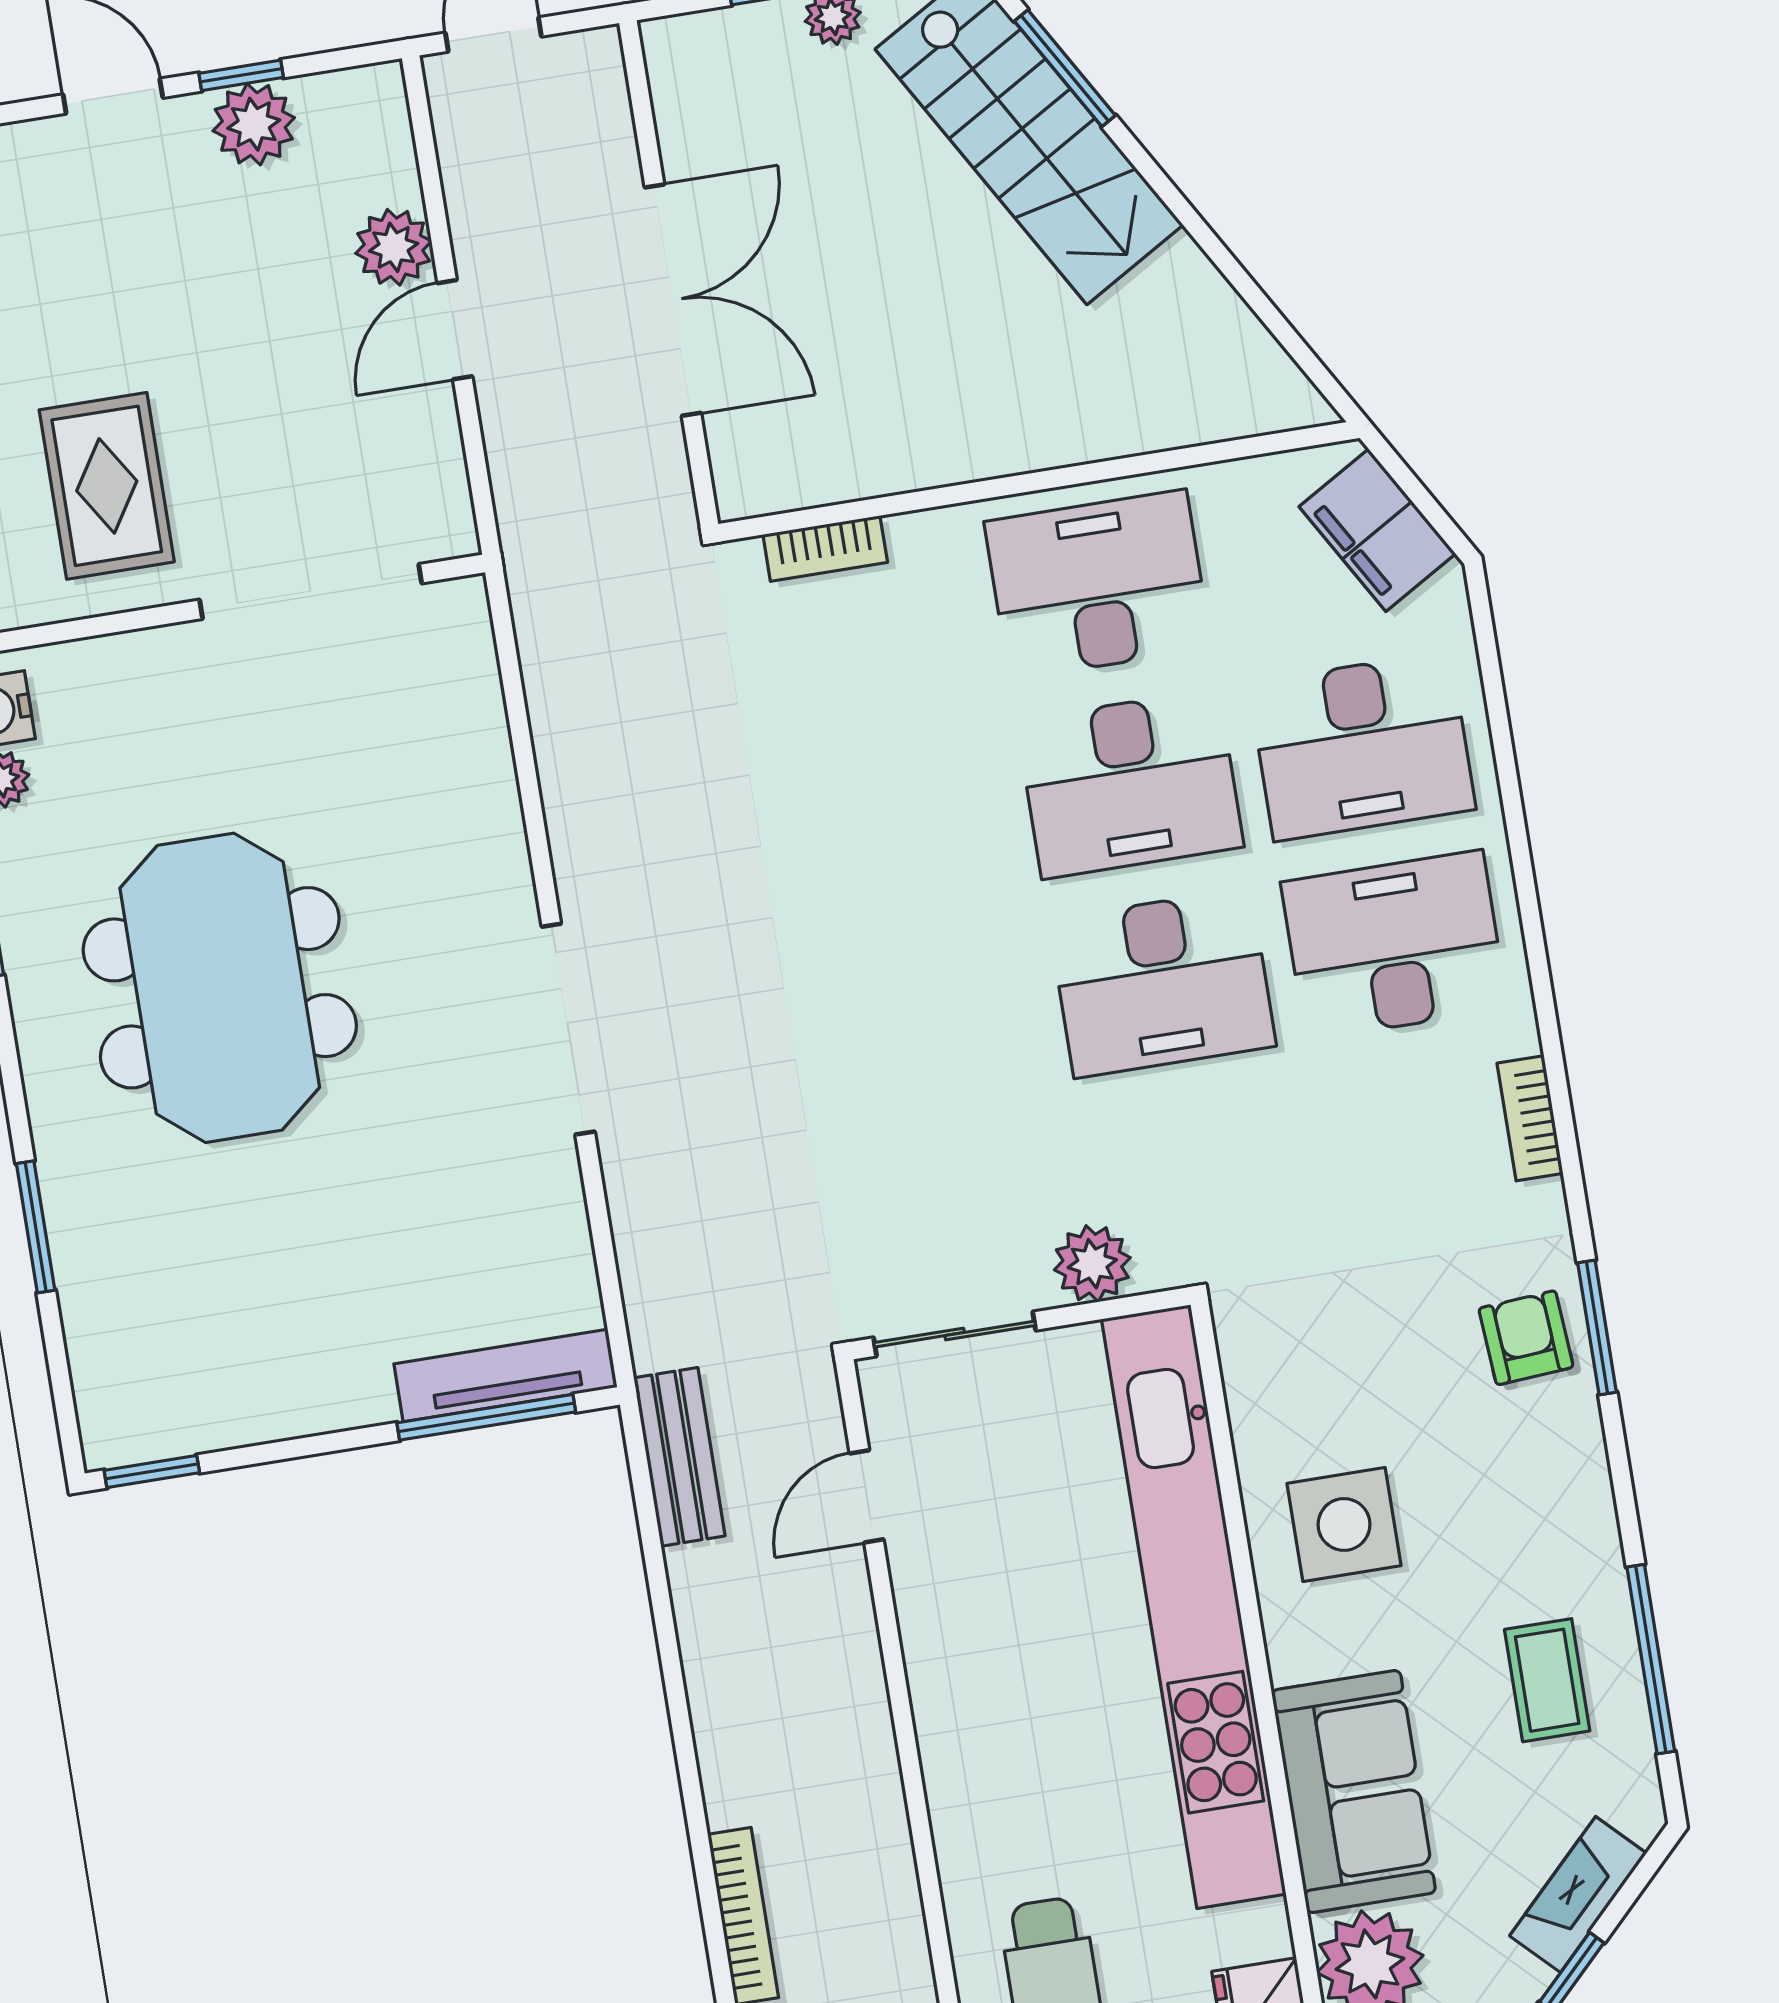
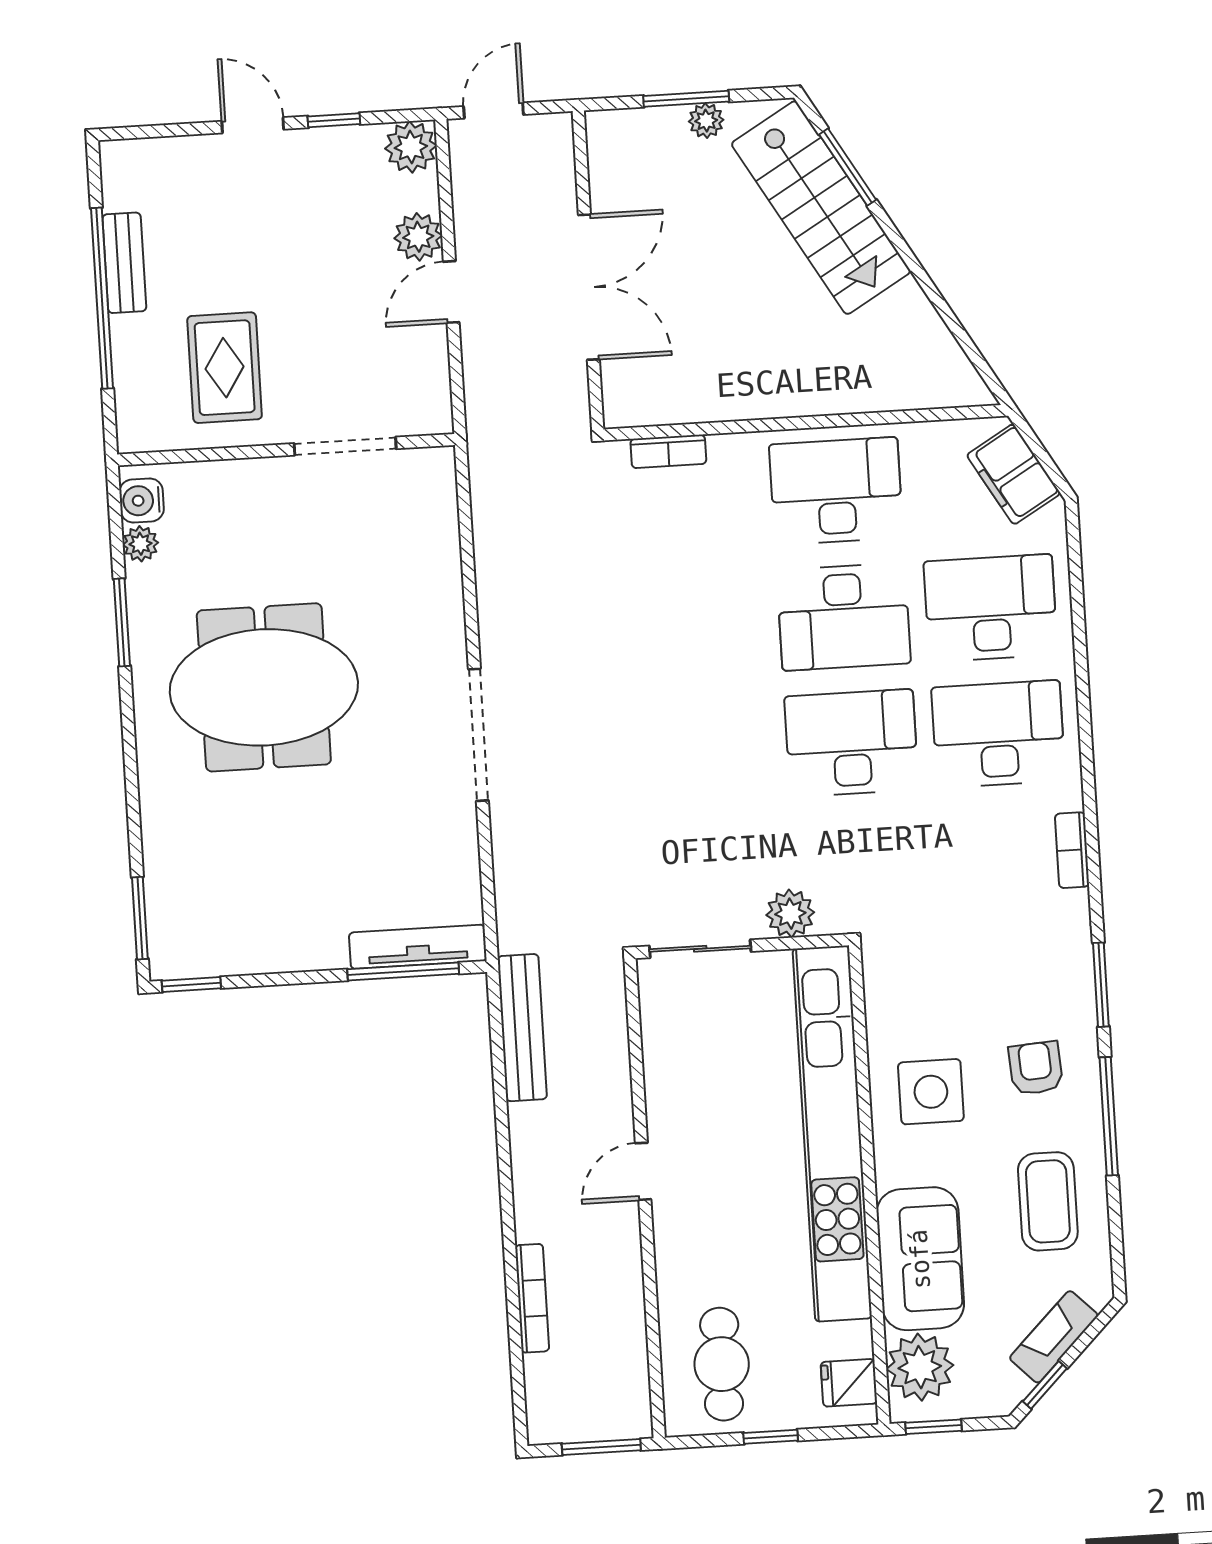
plant: (254, 124) -> (411, 147), moved
doorway: (311, 592) -> (345, 446), width x0.73
desk: (1362, 746) -> (991, 608), turned 180
desk: (1162, 983) -> (851, 743), turned 180
meeting table: (220, 988) -> (264, 687), turned 90
window: (36, 1227) -> (140, 918), moved
armchair: (1526, 1338) -> (1036, 1068), moved
bench: (679, 1457) -> (522, 1028), width x1.36
door: (867, 1496) -> (643, 1171), moved
window: (1651, 1659) -> (1109, 1116), moved
coffee table: (1547, 1680) -> (1048, 1201), width x1.36, depth x1.30

